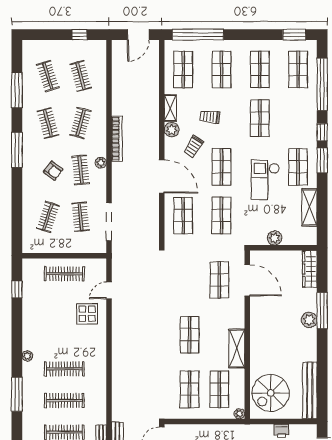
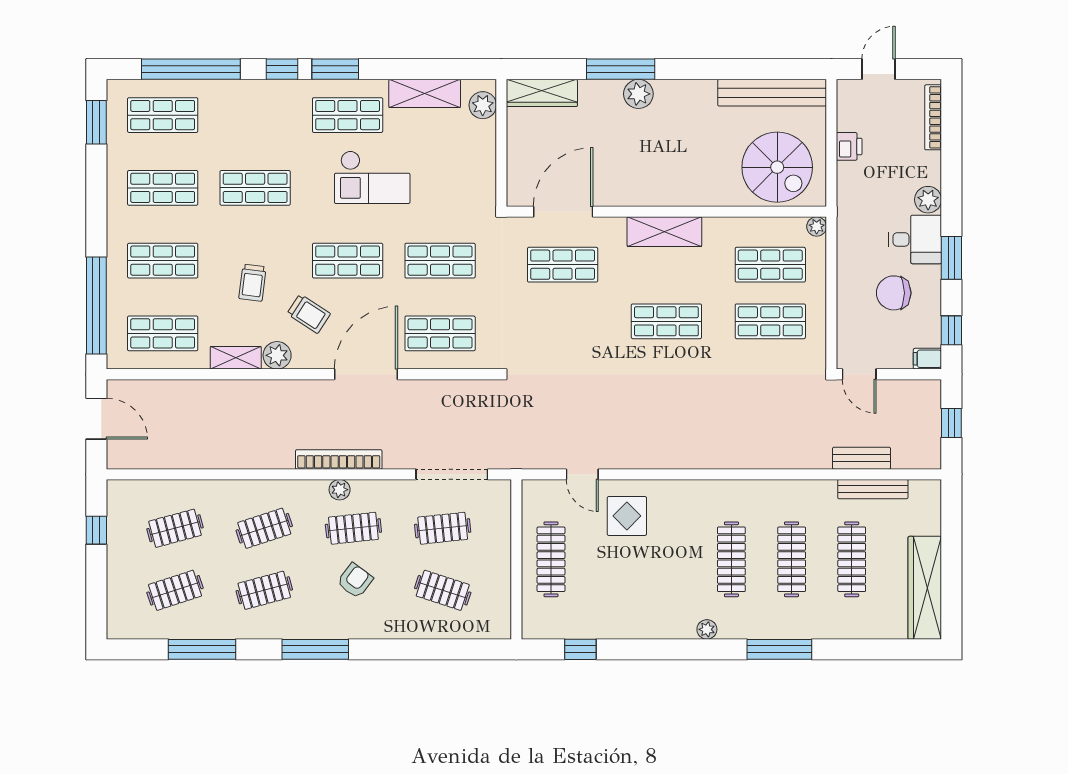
clothes rail: (81, 123) -> (264, 528), turned -33
bookcase: (117, 139) -> (339, 459), moved
plant: (275, 238) -> (483, 105), moved
shelving: (237, 349) -> (664, 232), moved

